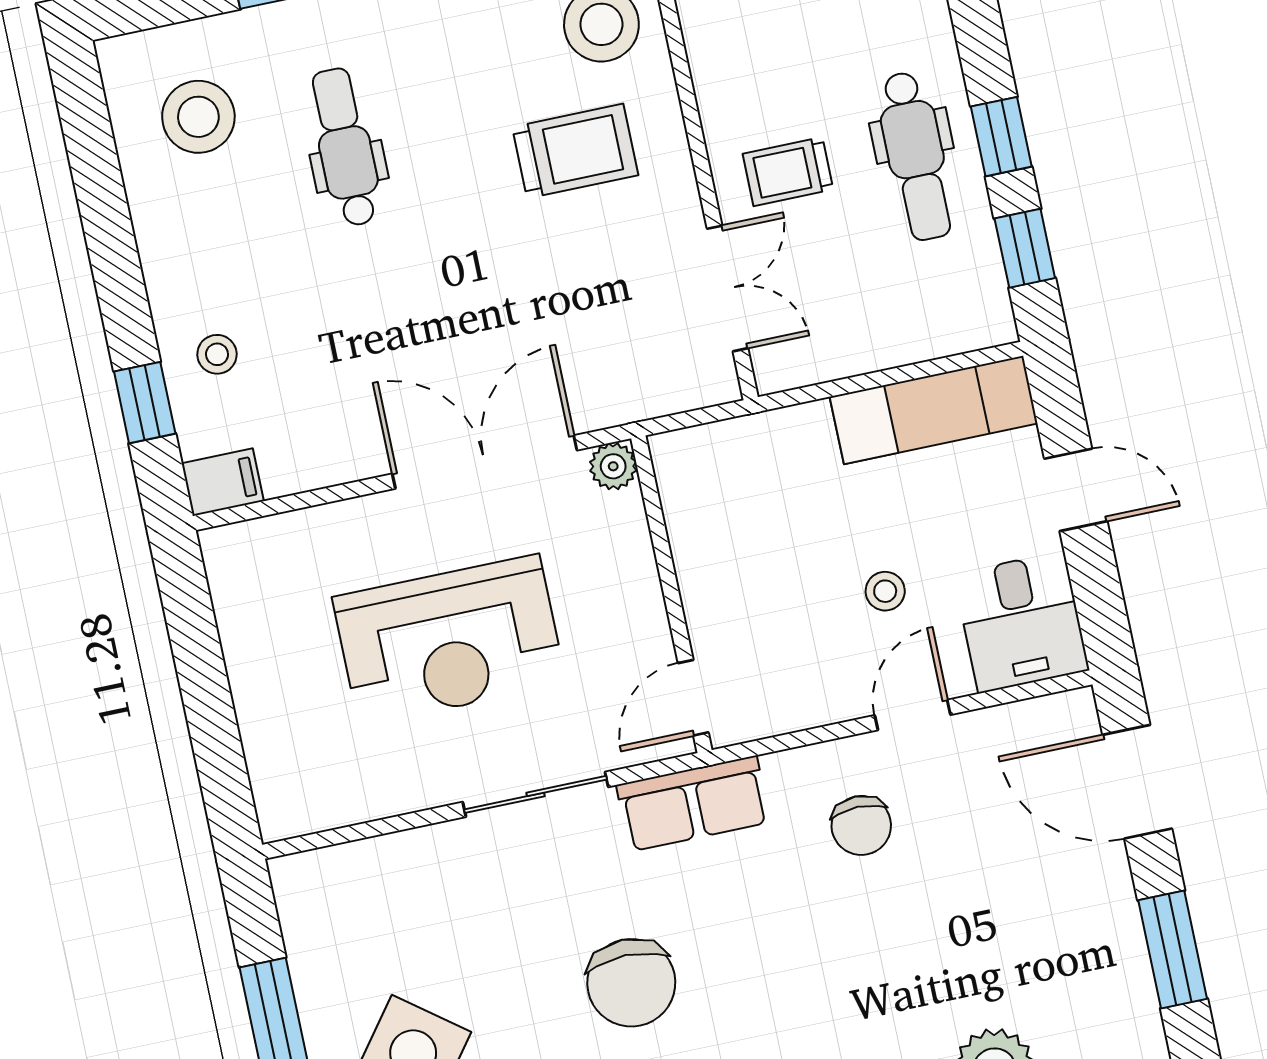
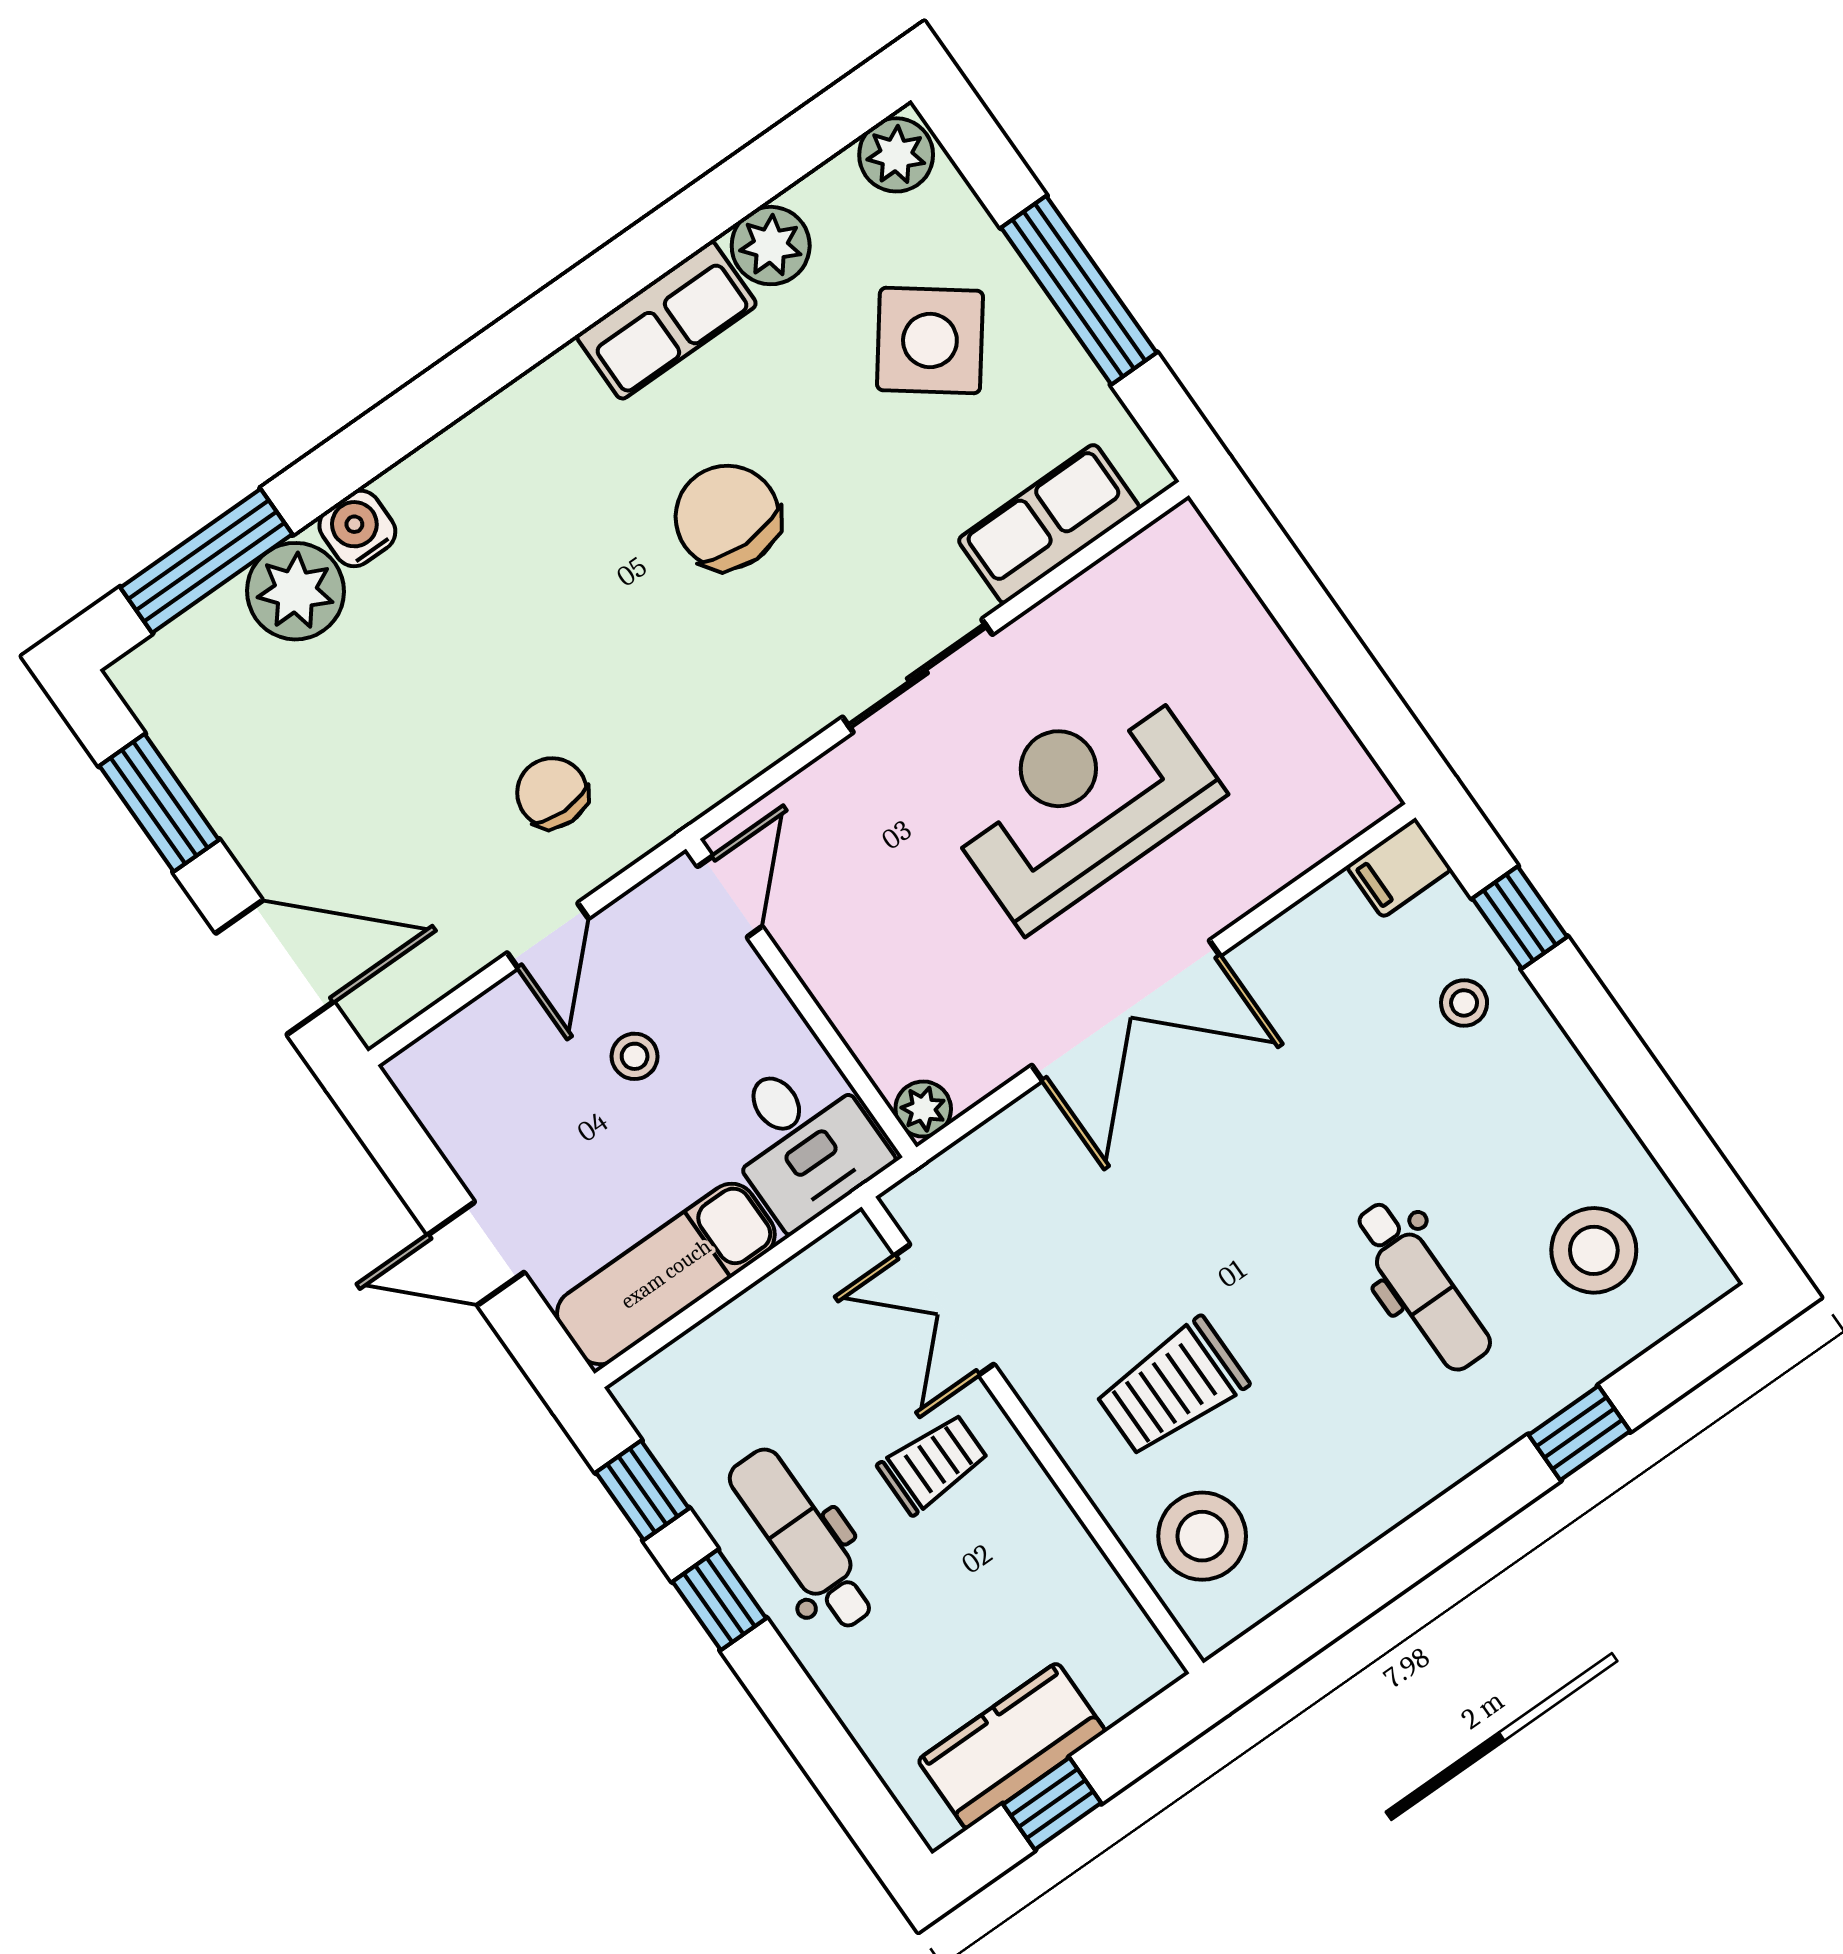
plant: (613, 466) -> (923, 1109), moved
wall: (671, 594) -> (801, 998), moved
desk: (1021, 622) -> (802, 1140), moved, turned 180
door: (693, 698) -> (730, 897), moved
row of seats: (693, 804) -> (1049, 524), moved

